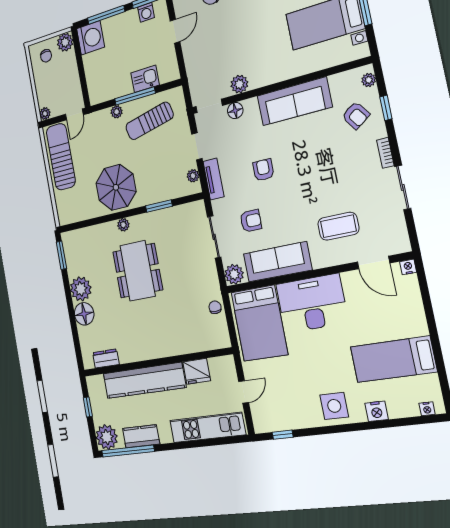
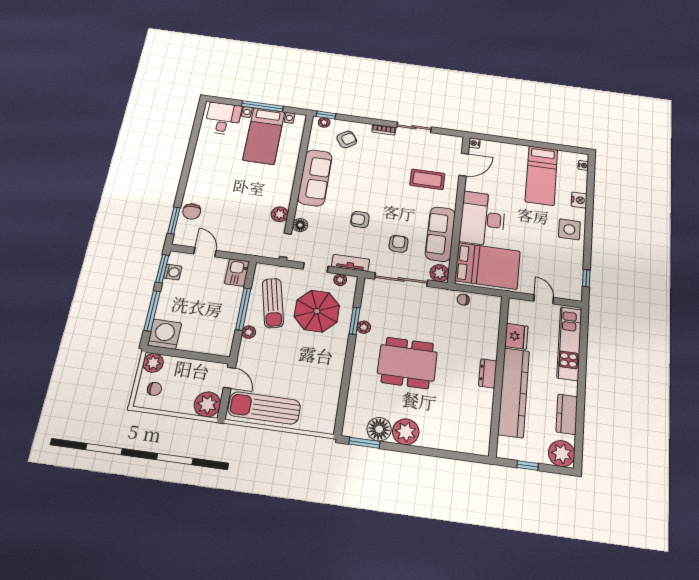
kitchen sink: (145, 79) -> (237, 272), moved
window: (386, 108) -> (326, 115), moved
plant: (45, 114) -> (207, 404), width x1.88, depth x1.88
parasol: (116, 187) -> (317, 311), moved
plant: (123, 225) -> (364, 327), moved
coffee table: (338, 226) -> (427, 179), turned 90
sliding door: (214, 237) -> (401, 279), width x1.37
floor lamp: (84, 314) -> (379, 429), moved
dresser: (106, 358) -> (488, 373), moved
window: (128, 451) -> (579, 434), removed

